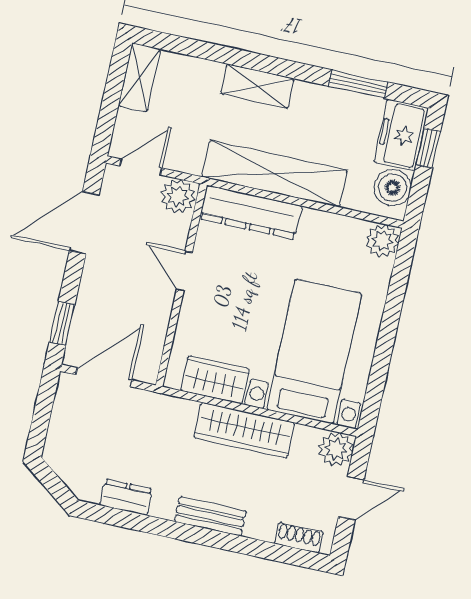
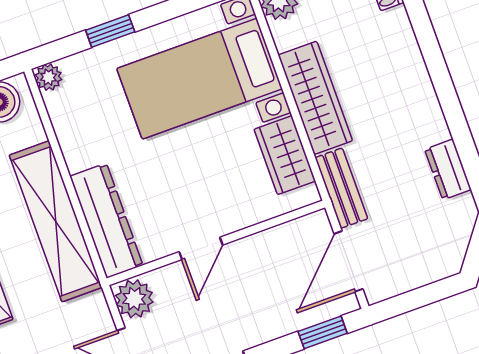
plant: (382, 241) -> (48, 77), width x0.73, depth x0.73
window: (393, 306) -> (110, 31), added
door: (104, 377) -> (348, 261), hinge flipped
bench: (210, 516) -> (341, 188), moved

